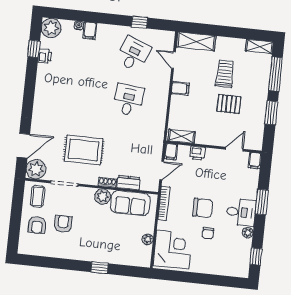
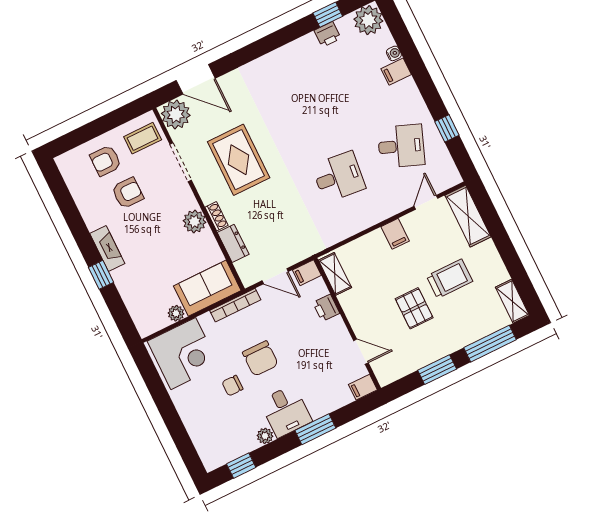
sofa: (130, 203) -> (207, 288), moved, turned 90
fireplace: (87, 255) -> (107, 248), added

